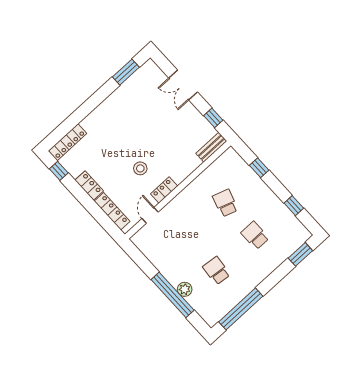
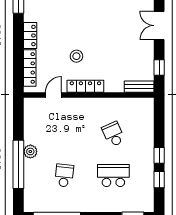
window: (259, 168) -> (159, 155), moved
locker: (164, 190) -> (85, 86), width x1.53
school desk: (225, 203) -> (113, 134), turned -42
school desk: (255, 235) -> (113, 176), width x1.85
plant: (185, 289) -> (30, 151), moved

